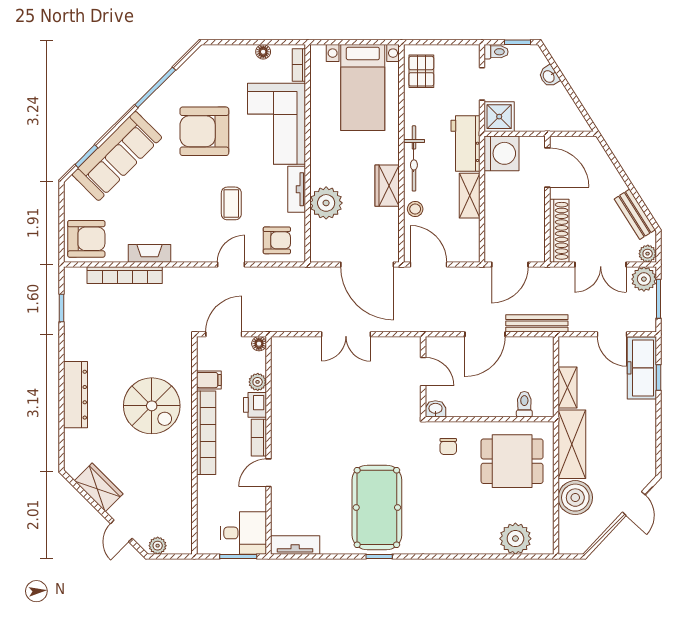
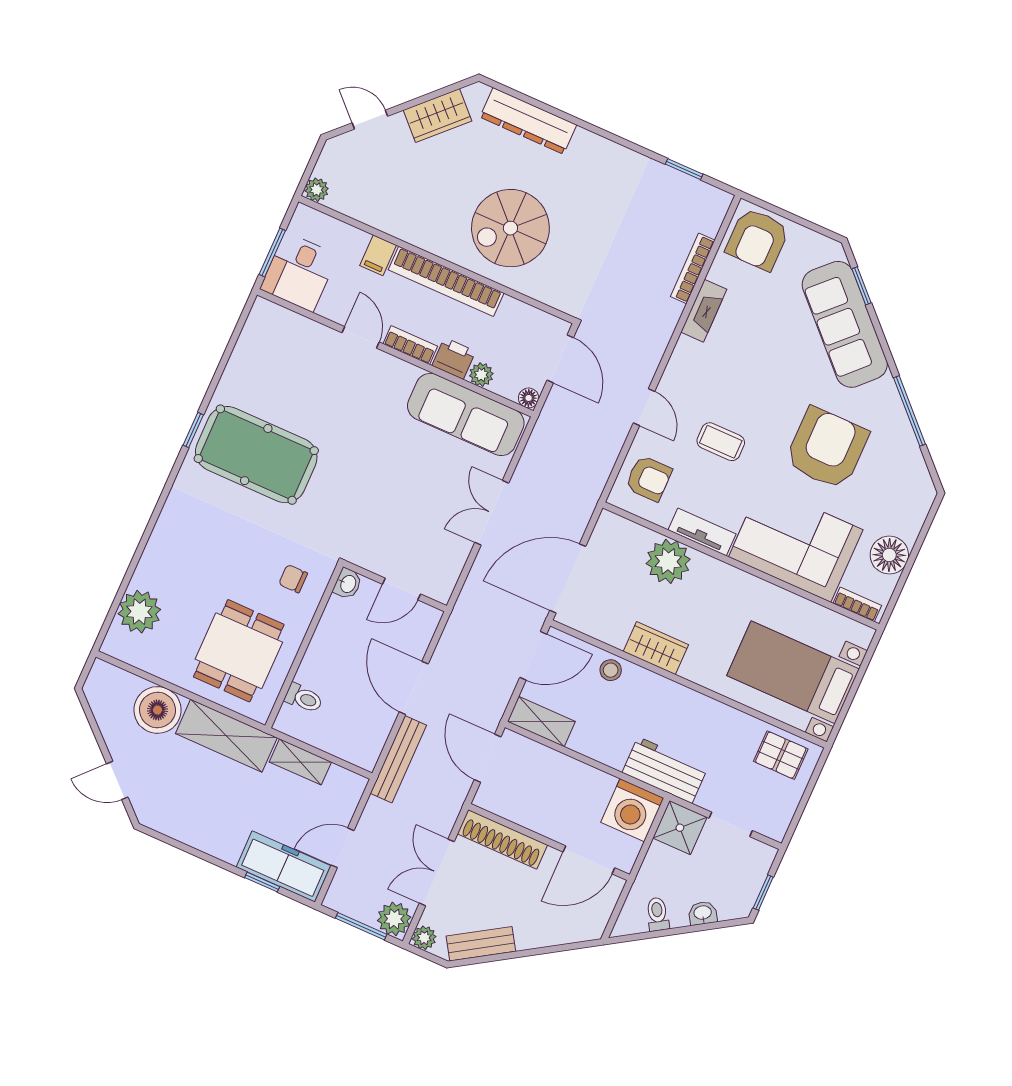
floor lamp: (263, 52) -> (889, 555), width x1.89, depth x1.89
toilet: (496, 52) -> (658, 914), moved, turned 148
bicycle: (414, 158) -> (675, 697), removed
shelving: (470, 196) -> (541, 721), moved
armchair: (277, 240) -> (649, 478), turned -90
bookcase: (125, 275) -> (693, 268), width x0.68, depth x0.76
filing cabinet: (209, 380) -> (378, 255), moved
sofa: (288, 380) -> (466, 414), added
dresser: (76, 395) -> (528, 121), moved
tv unit: (295, 545) -> (255, 331), removed
plant: (158, 546) -> (317, 190), moved

